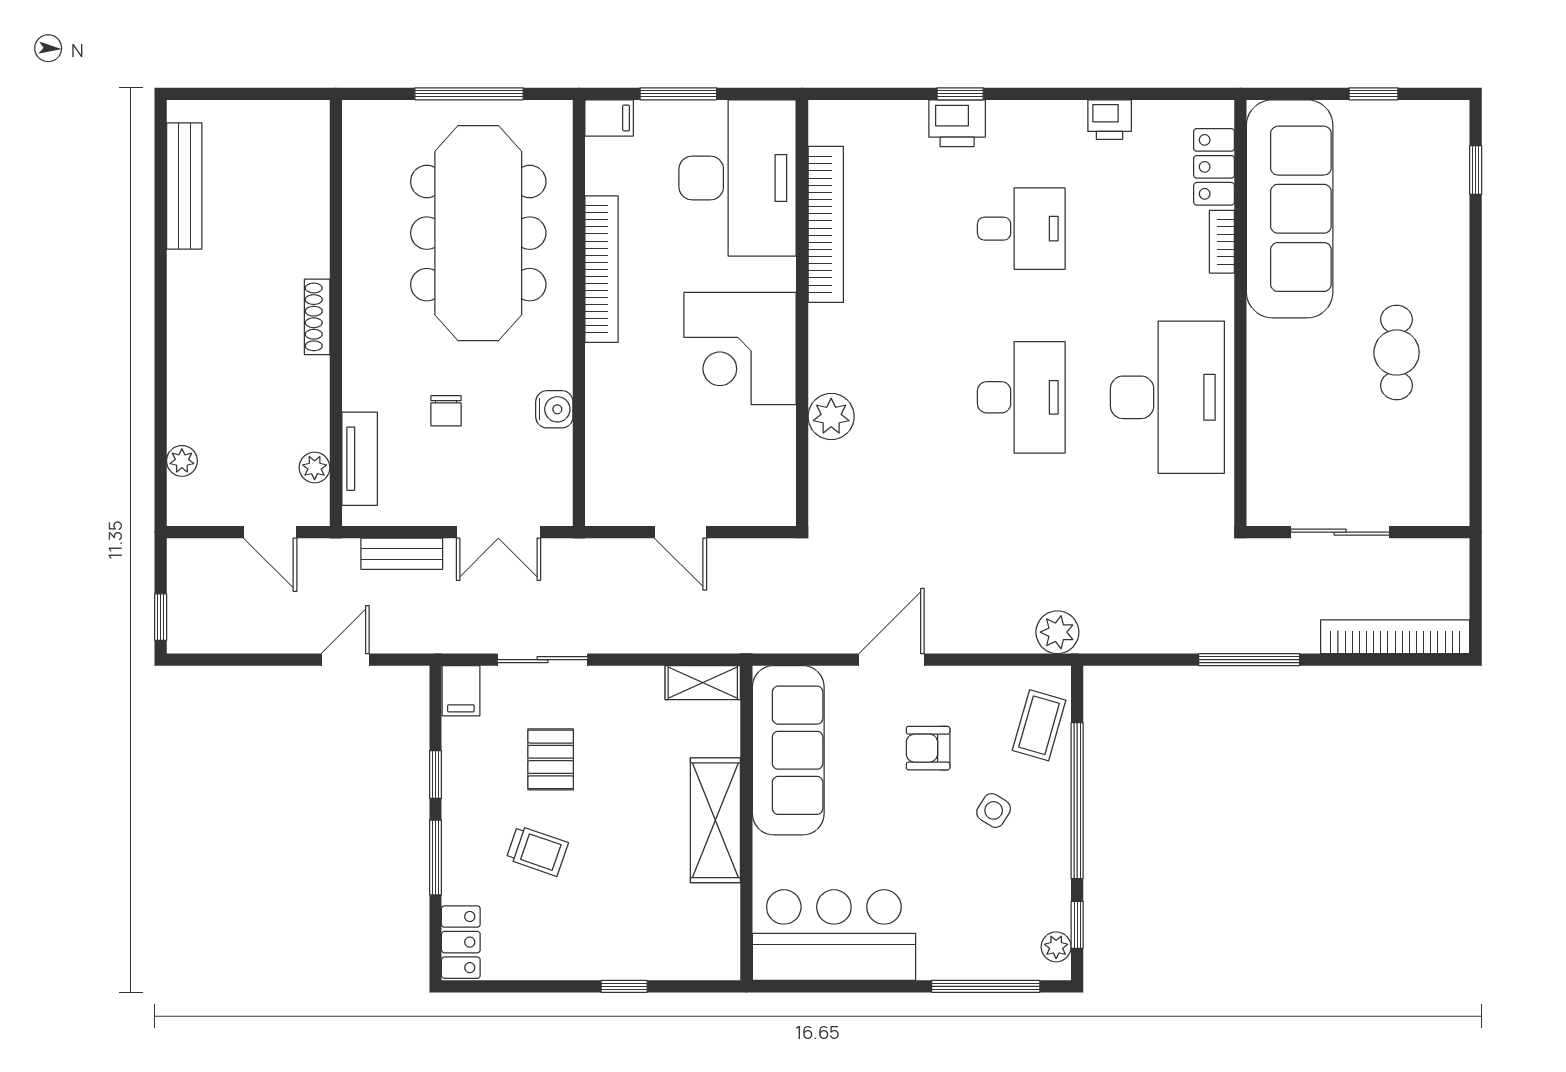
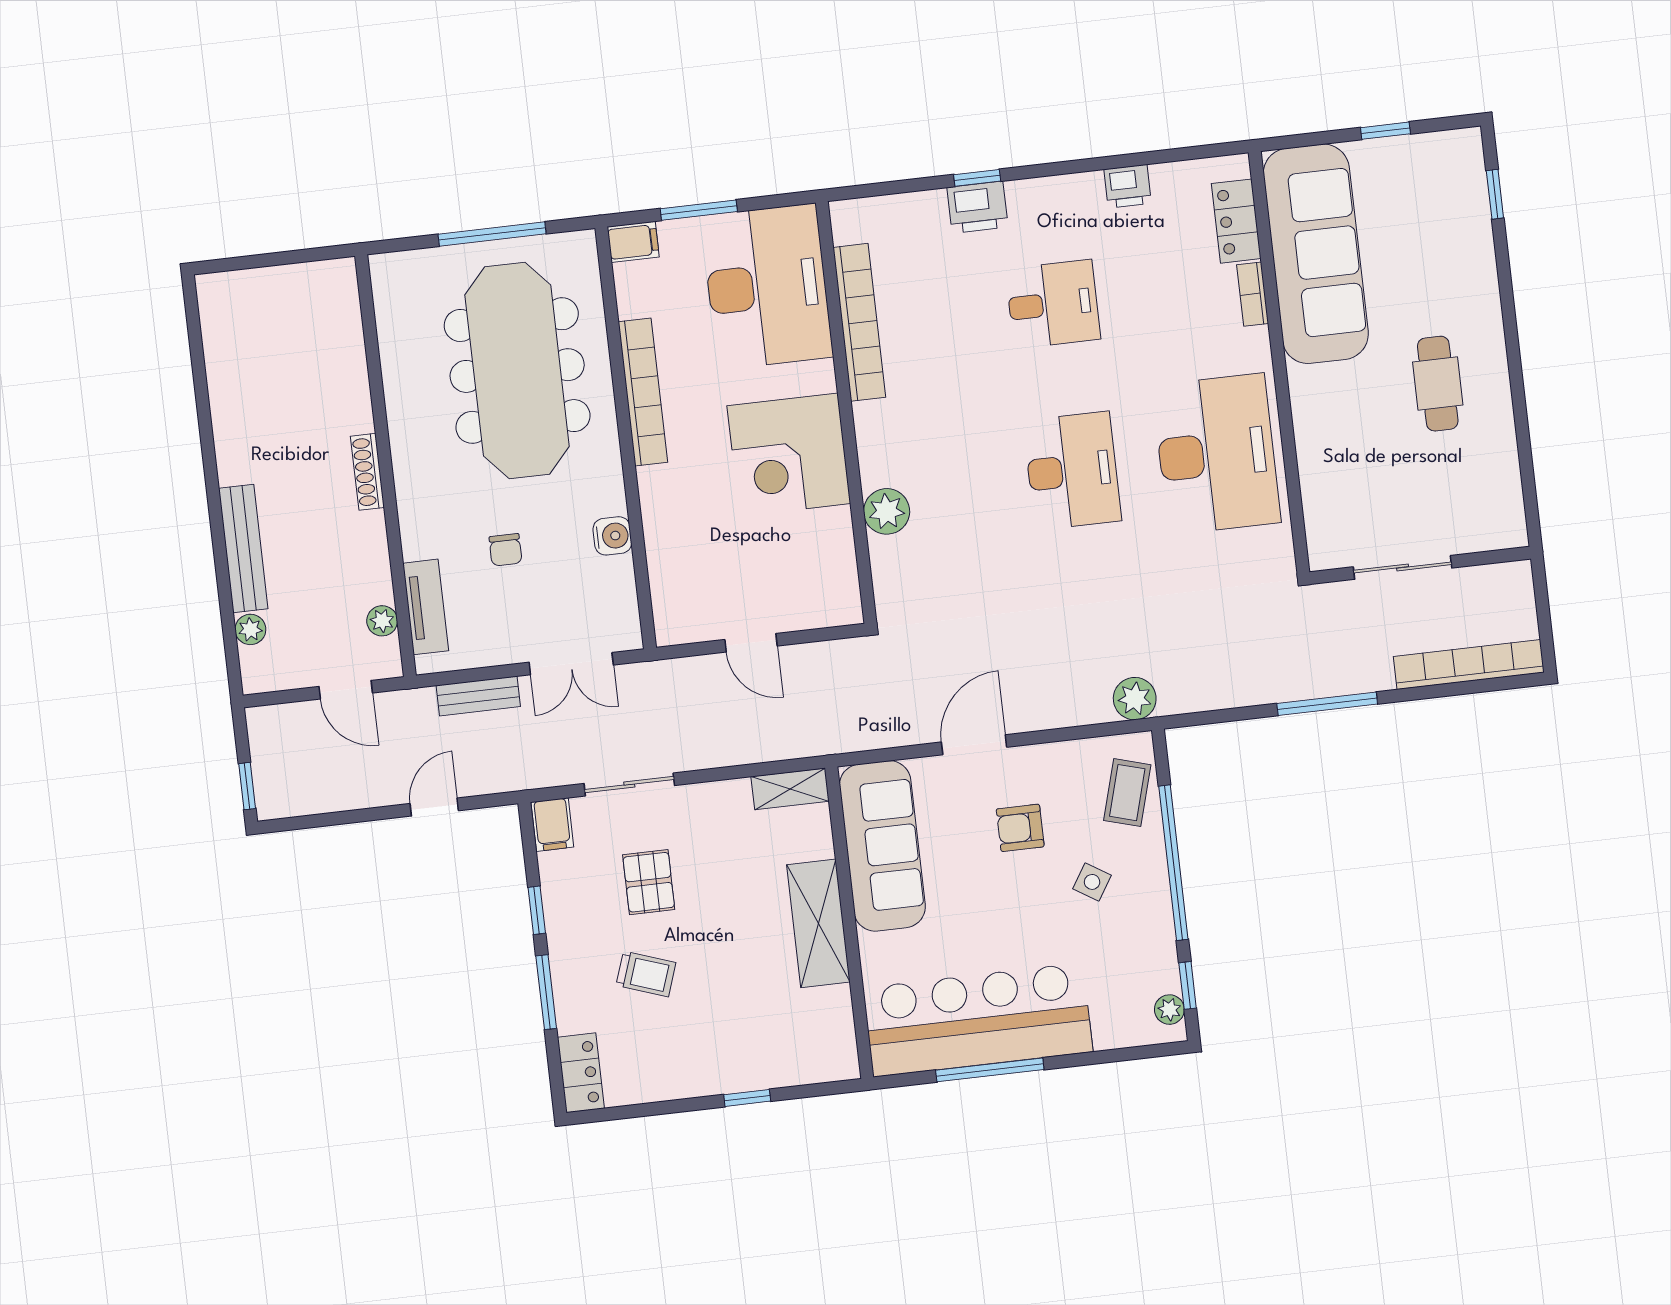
bench: (184, 186) -> (243, 548), moved
bar counter: (834, 935) -> (978, 1020), width x1.36
window: (986, 986) -> (990, 1070), moved

